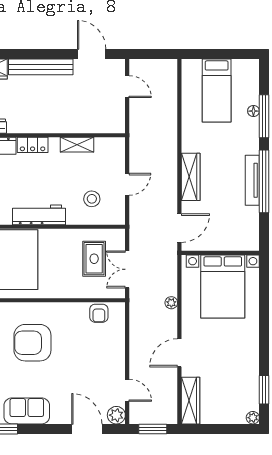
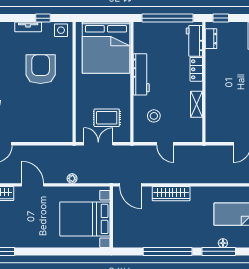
tv unit: (252, 180) -> (168, 242), removed
armchair: (99, 313) -> (64, 121), removed

